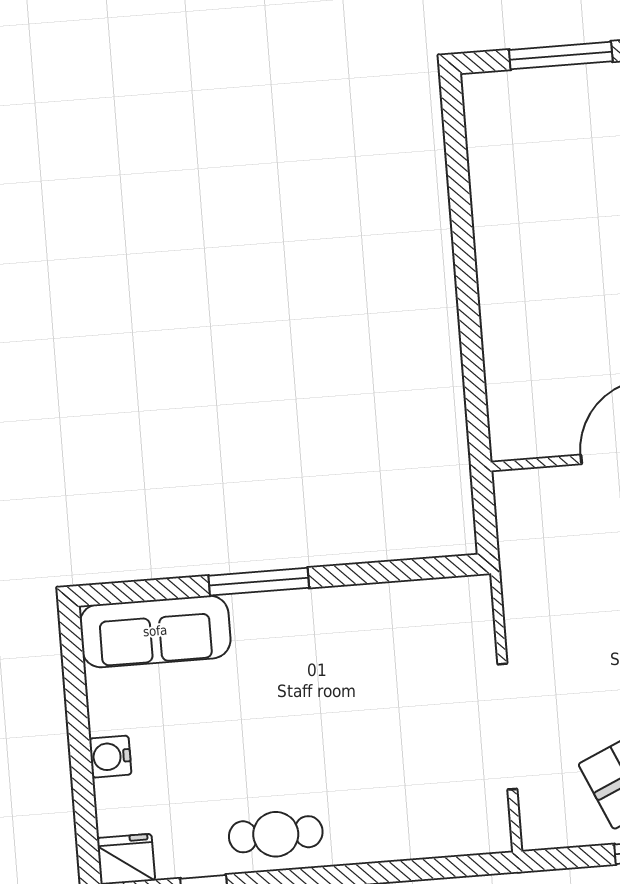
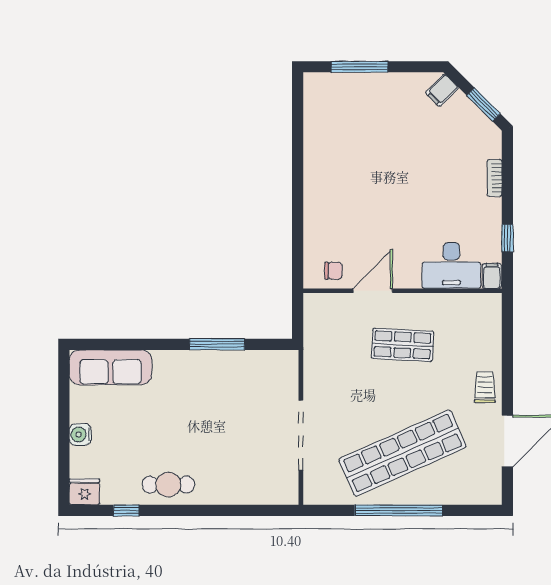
chair: (543, 426) -> (333, 271), added
window: (259, 582) -> (217, 344), moved

